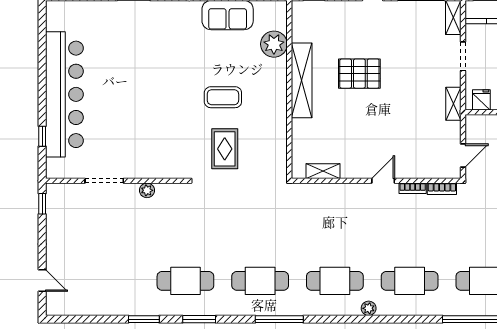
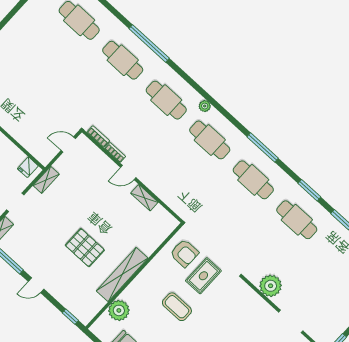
armchair: (262, 154) -> (184, 253), added
shelving: (323, 171) -> (144, 198), moved
plant: (147, 190) -> (271, 286), width x1.88, depth x1.88

